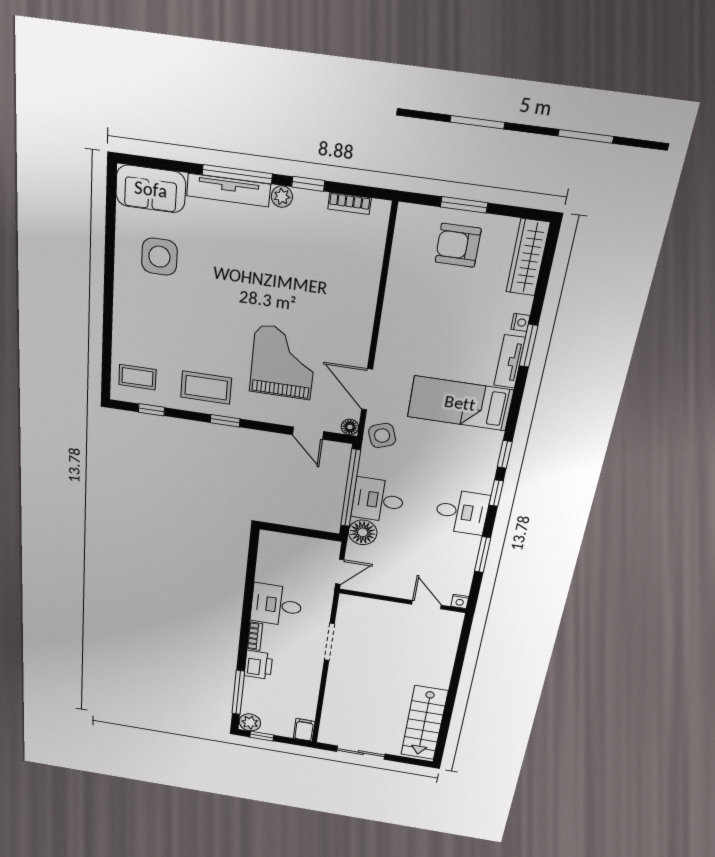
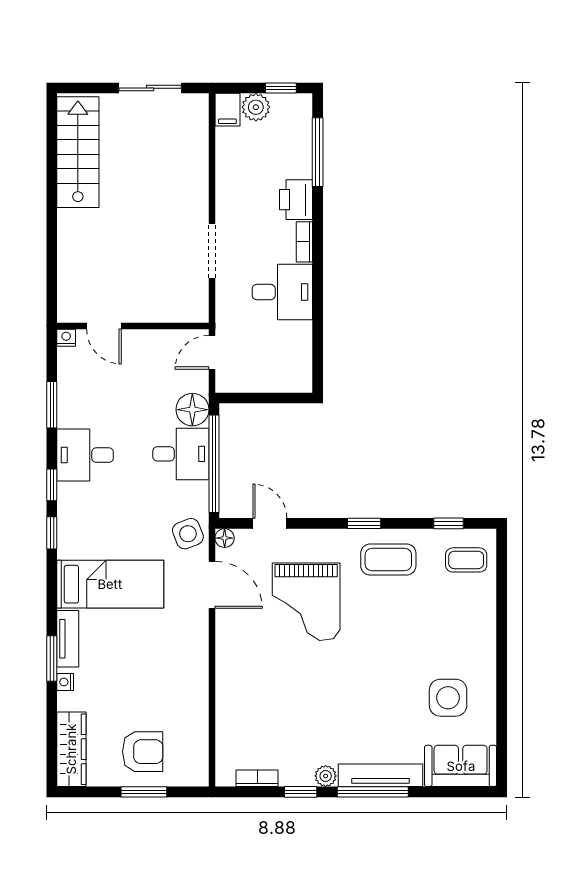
plant: (250, 722) -> (256, 107), moved

